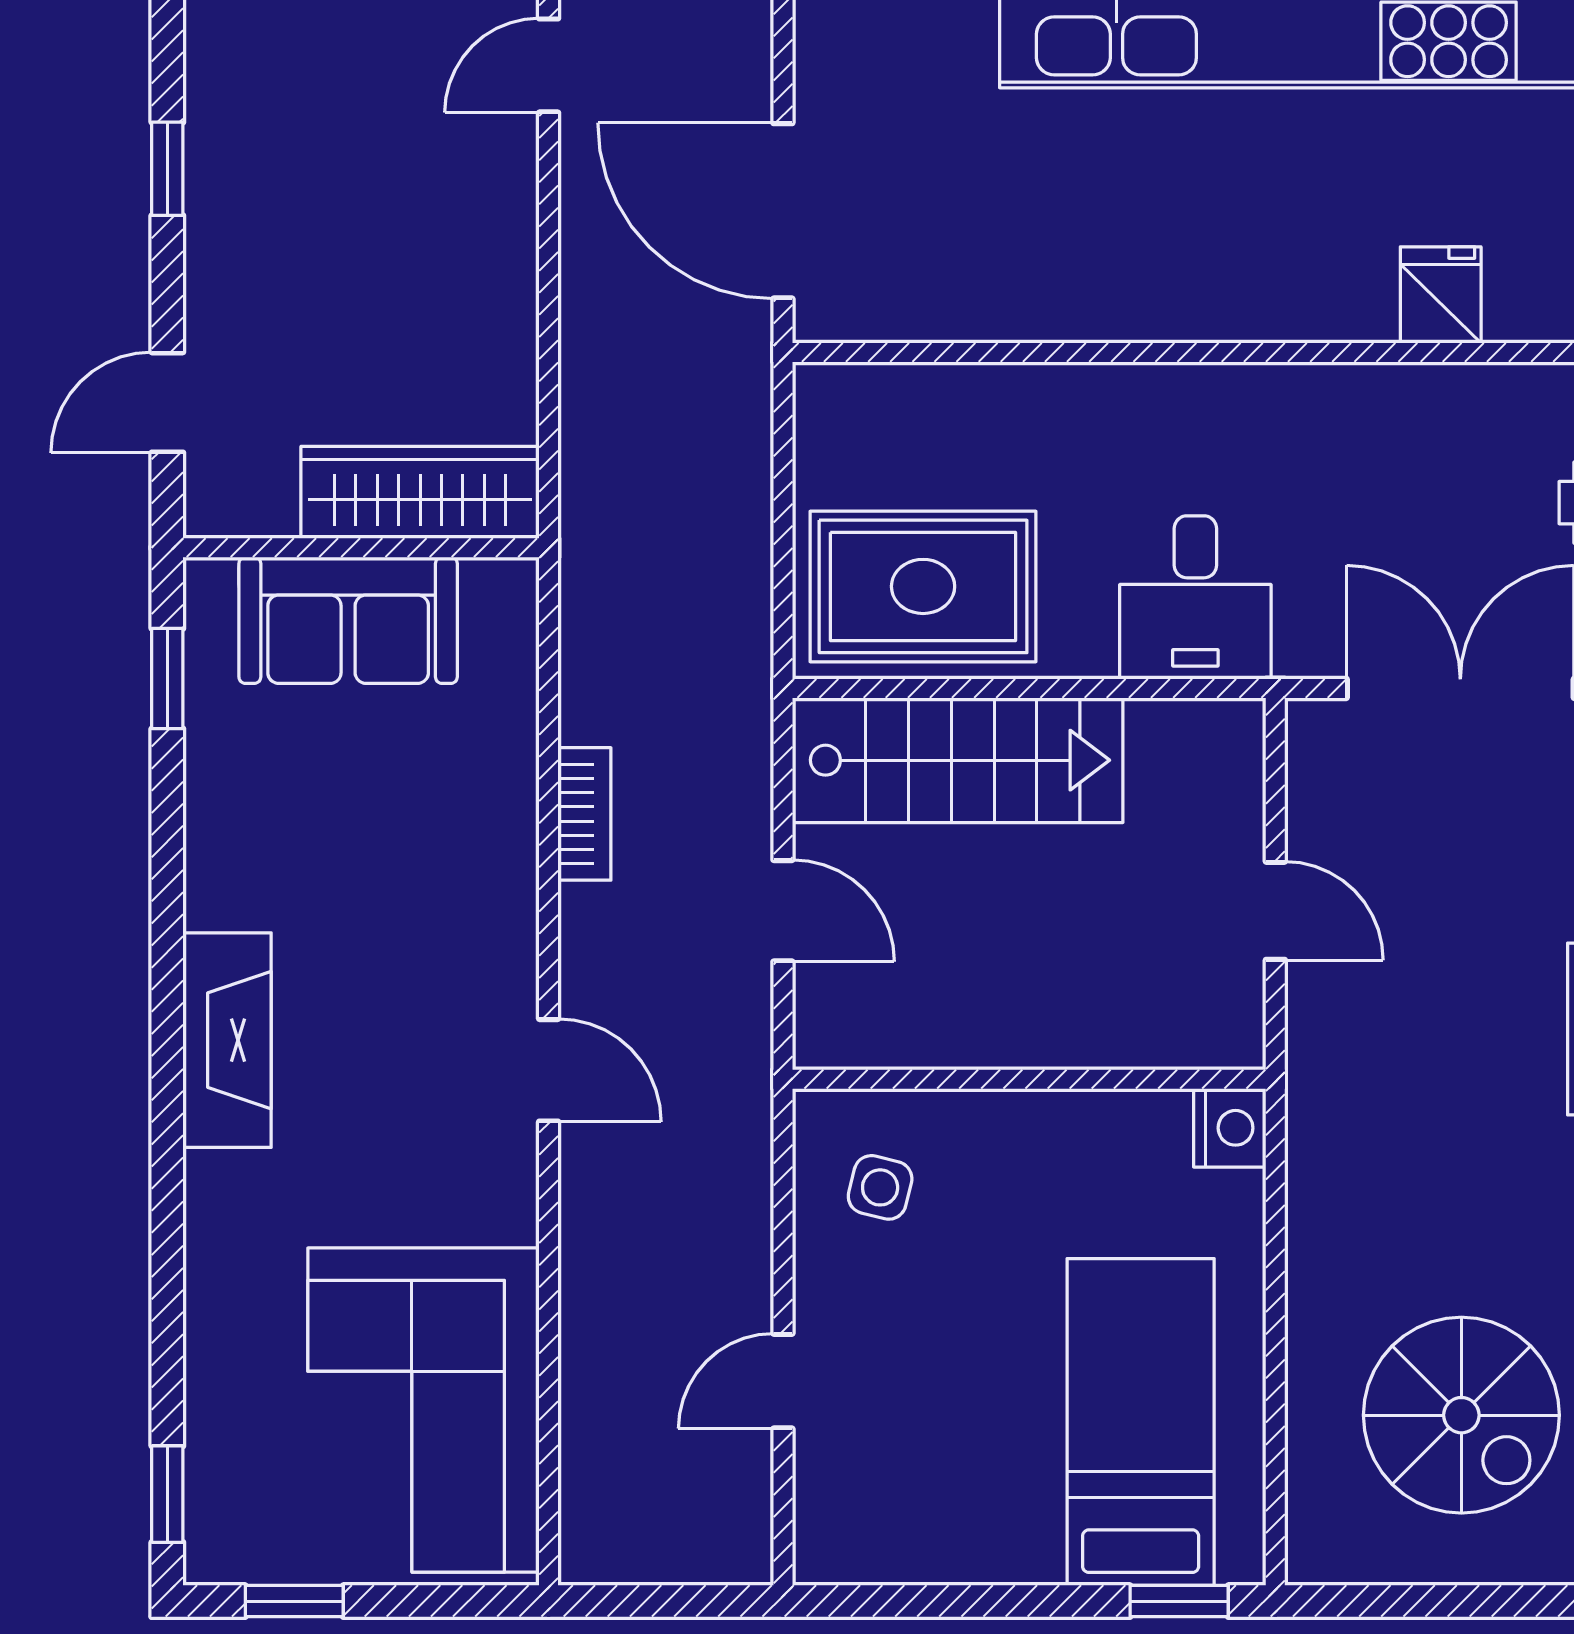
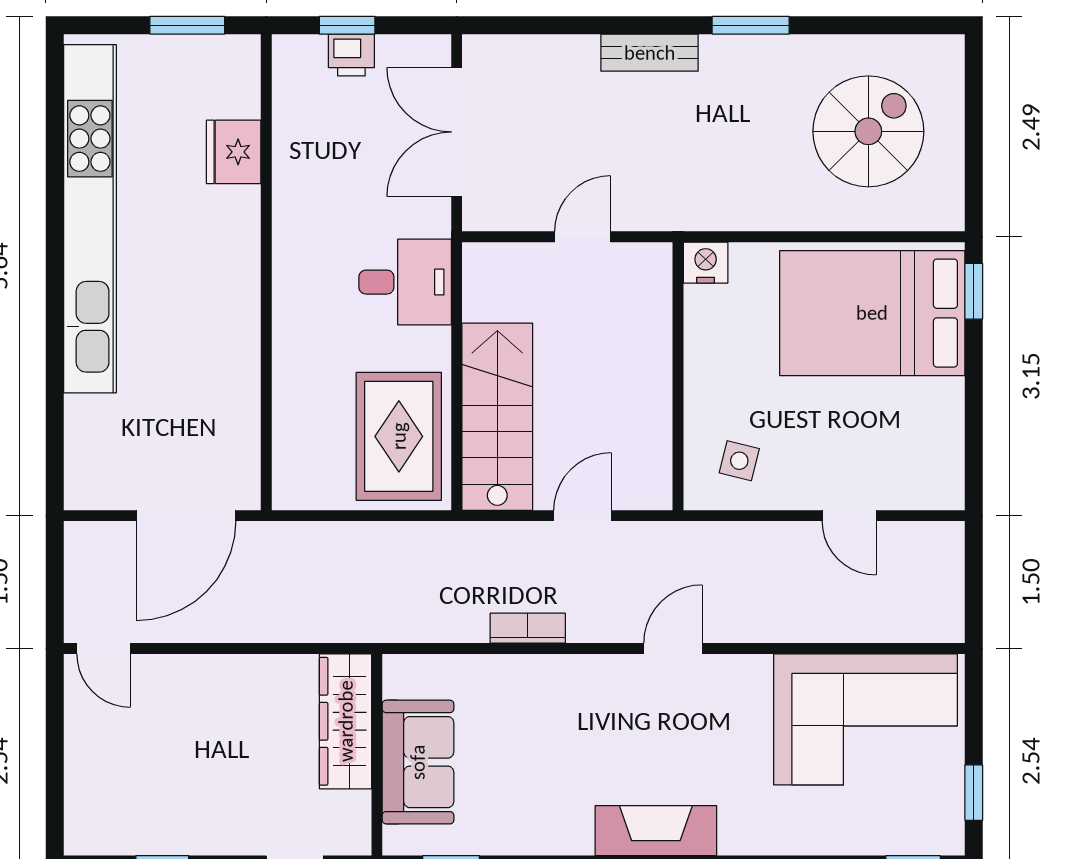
fridge: (1441, 295) -> (234, 152), width x1.38
bed: (1141, 1422) -> (872, 313), width x1.50

